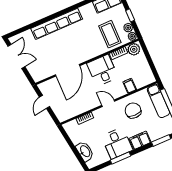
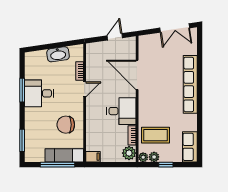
filing cabinet: (130, 86) -> (93, 157), moved
door: (45, 102) -> (115, 37), hinge flipped
door: (108, 103) -> (85, 89), moved
chair: (133, 111) -> (66, 125), turned 180
filing cabinet: (140, 140) -> (32, 118), removed
washbasin: (85, 151) -> (58, 54), moved

